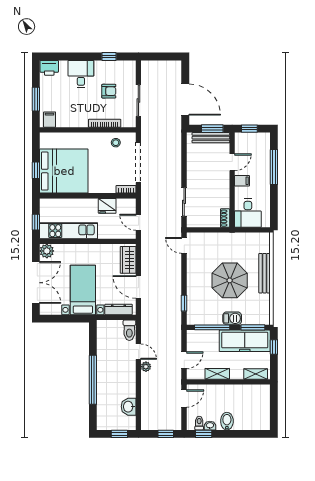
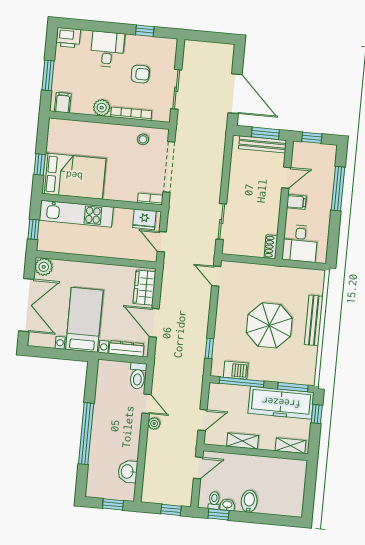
plant: (81, 121) -> (102, 108), added
bed: (64, 171) -> (74, 176), width x0.73
fridge: (107, 206) -> (144, 219), moved
kitchen unit: (69, 231) -> (76, 214), moved, turned 180
barbecue: (232, 318) -> (236, 370), moved

